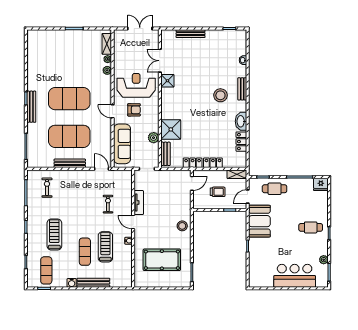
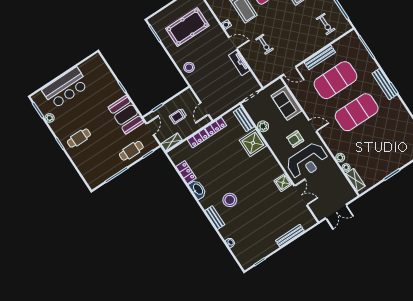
sofa: (122, 144) -> (286, 103), width x0.73
fridge: (321, 184) -> (94, 180), removed

